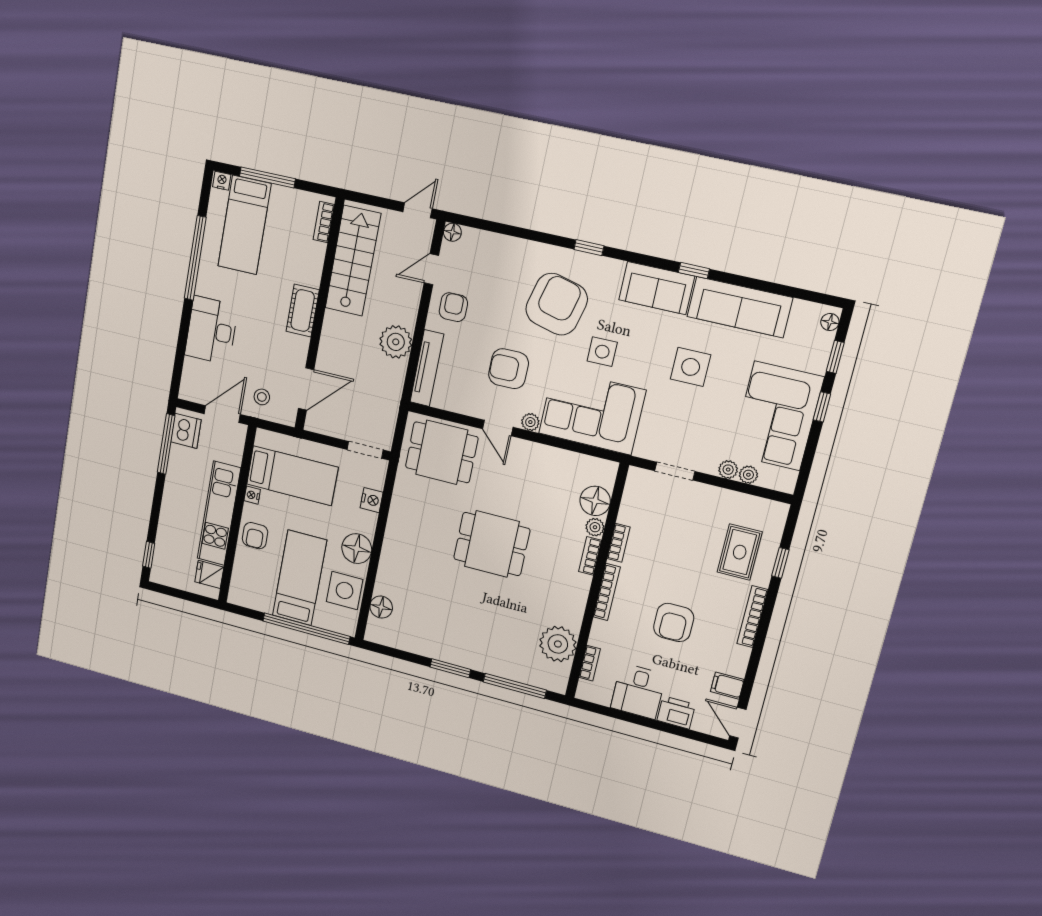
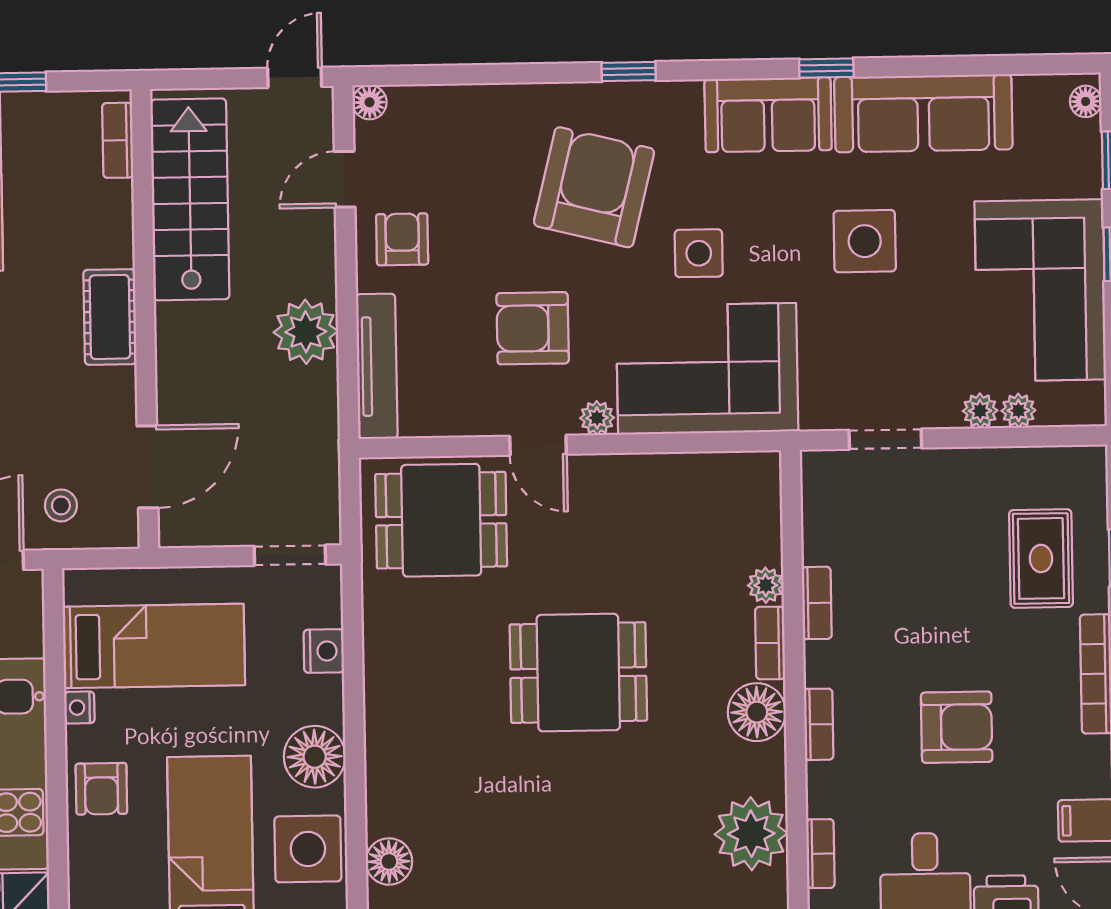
floor lamp: (595, 501) -> (757, 712), moved
bookcase: (607, 592) -> (819, 724), width x0.64
armchair: (674, 622) -> (957, 727), turned -90

